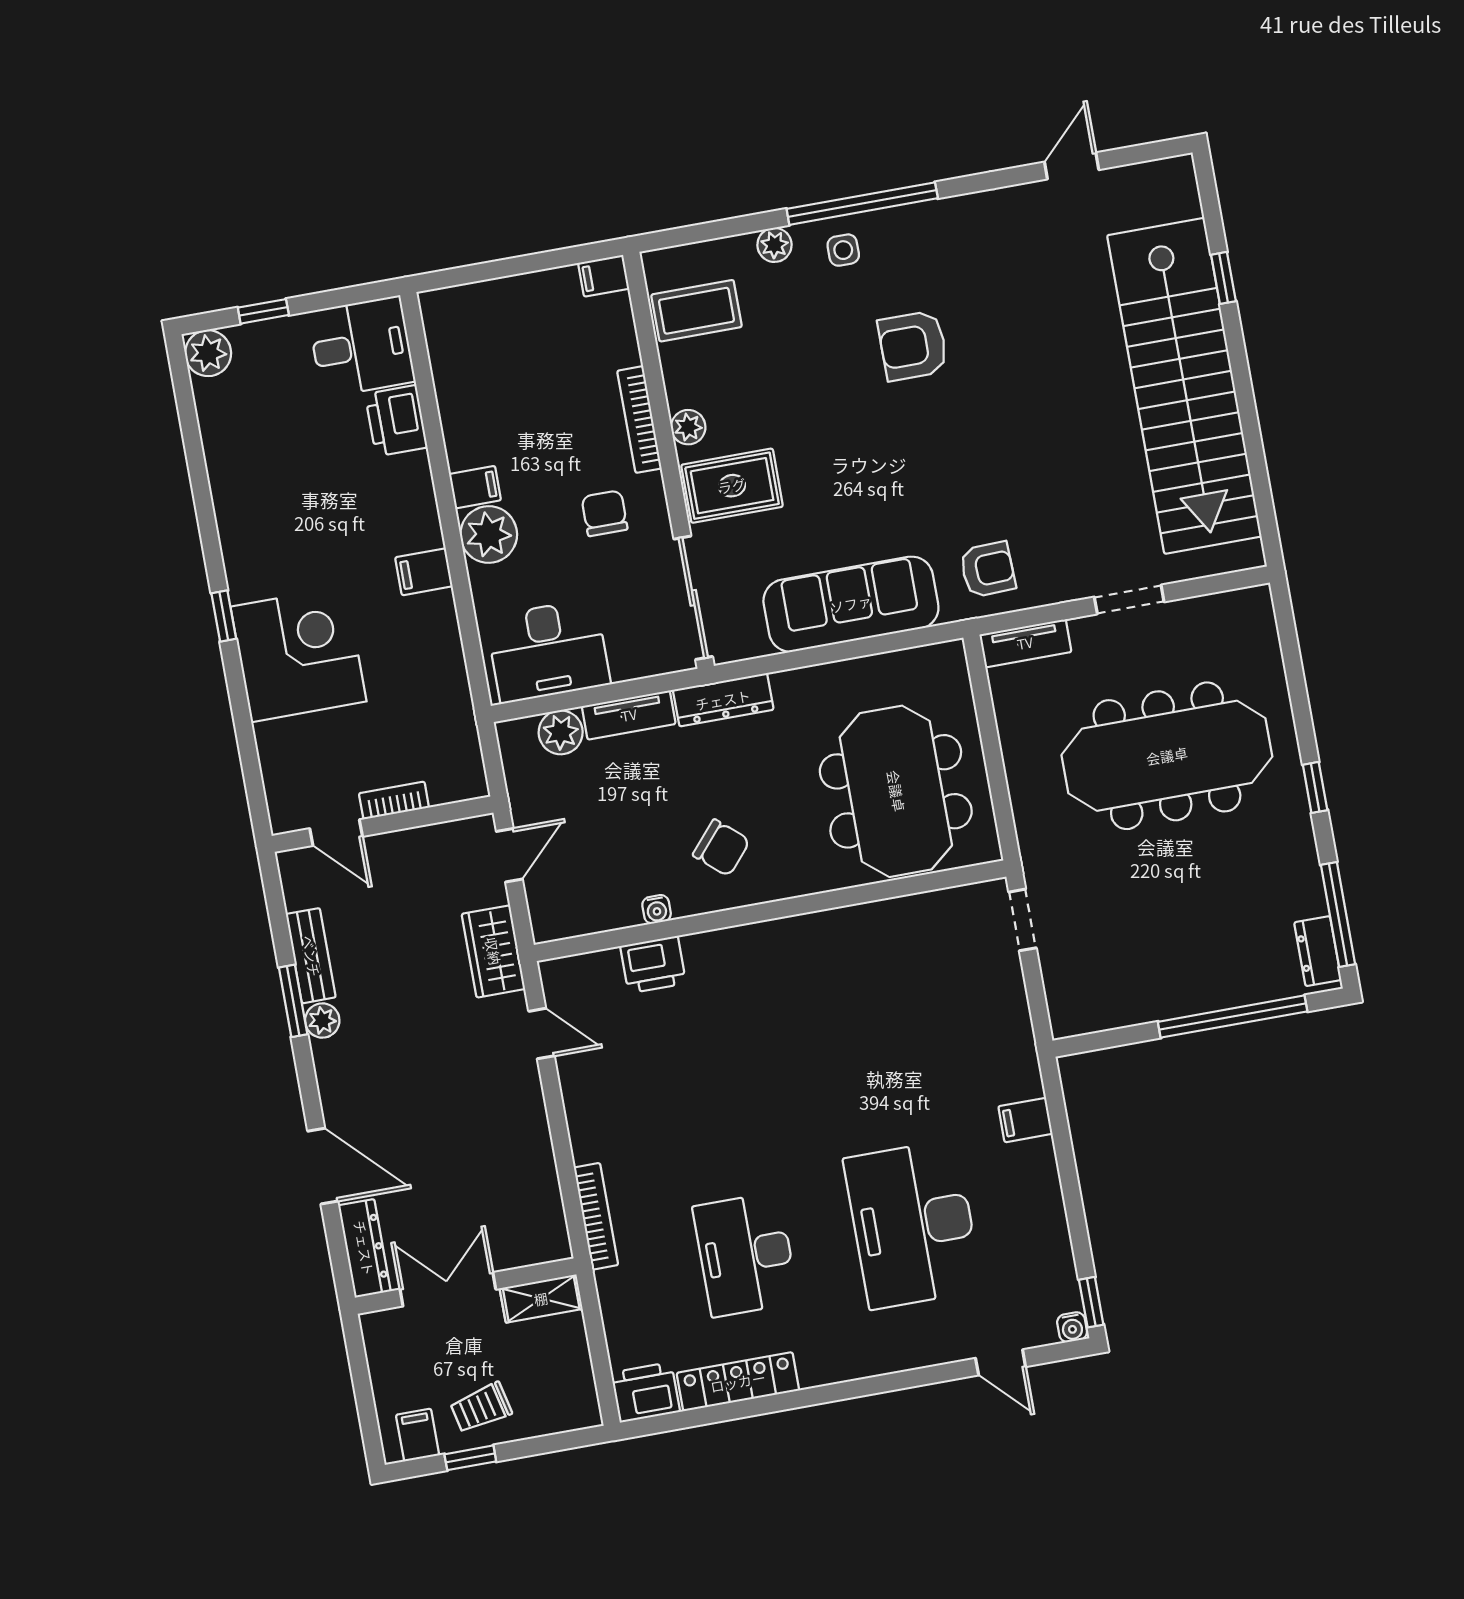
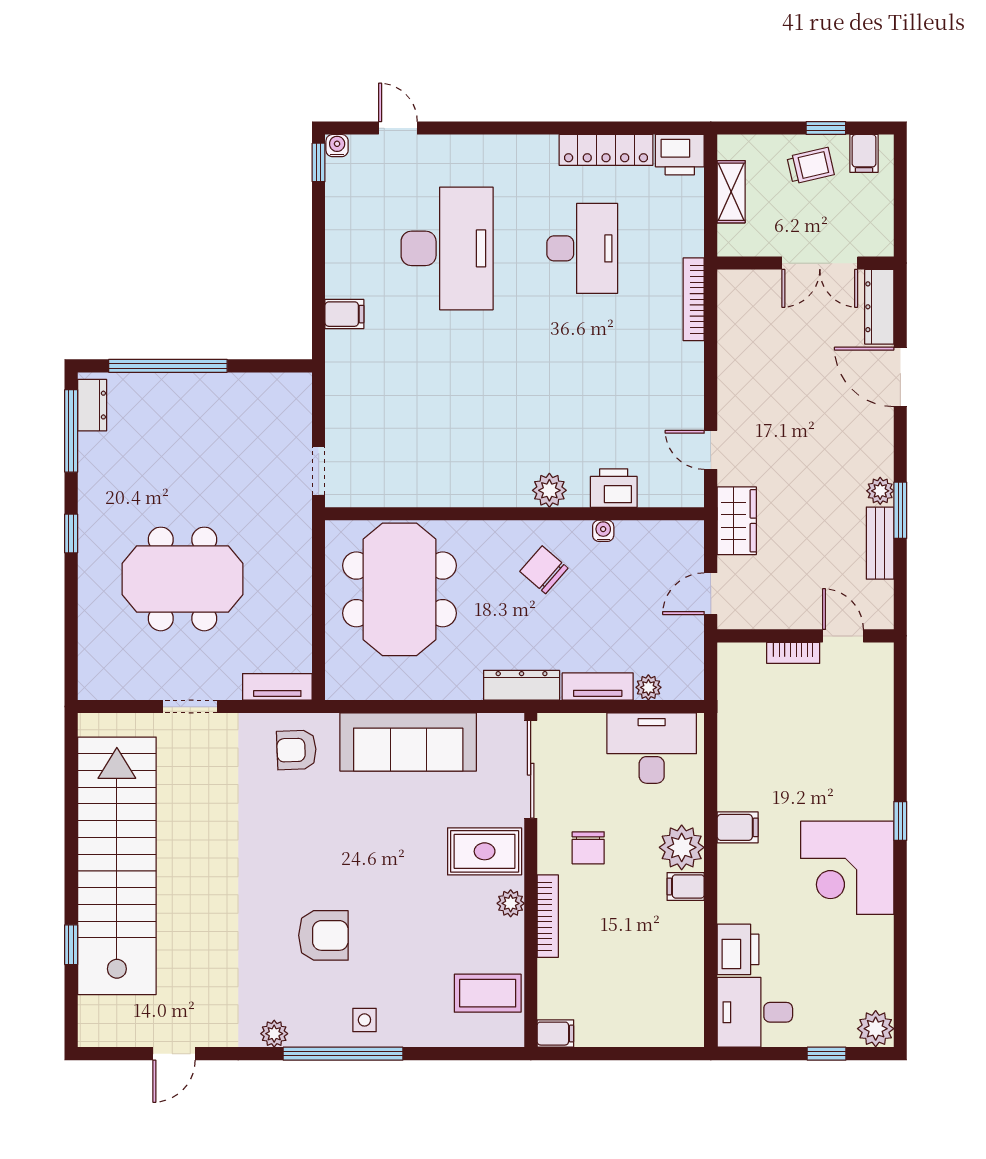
plant: (774, 245) -> (274, 1034), moved
corner desk: (299, 654) -> (847, 868), moved
plant: (561, 732) -> (648, 687), width x0.73, depth x0.73
meeting table: (1167, 756) -> (183, 579), width x0.73
plant: (732, 947) -> (549, 490), added
shelving: (541, 1299) -> (731, 192), moved, turned 90

